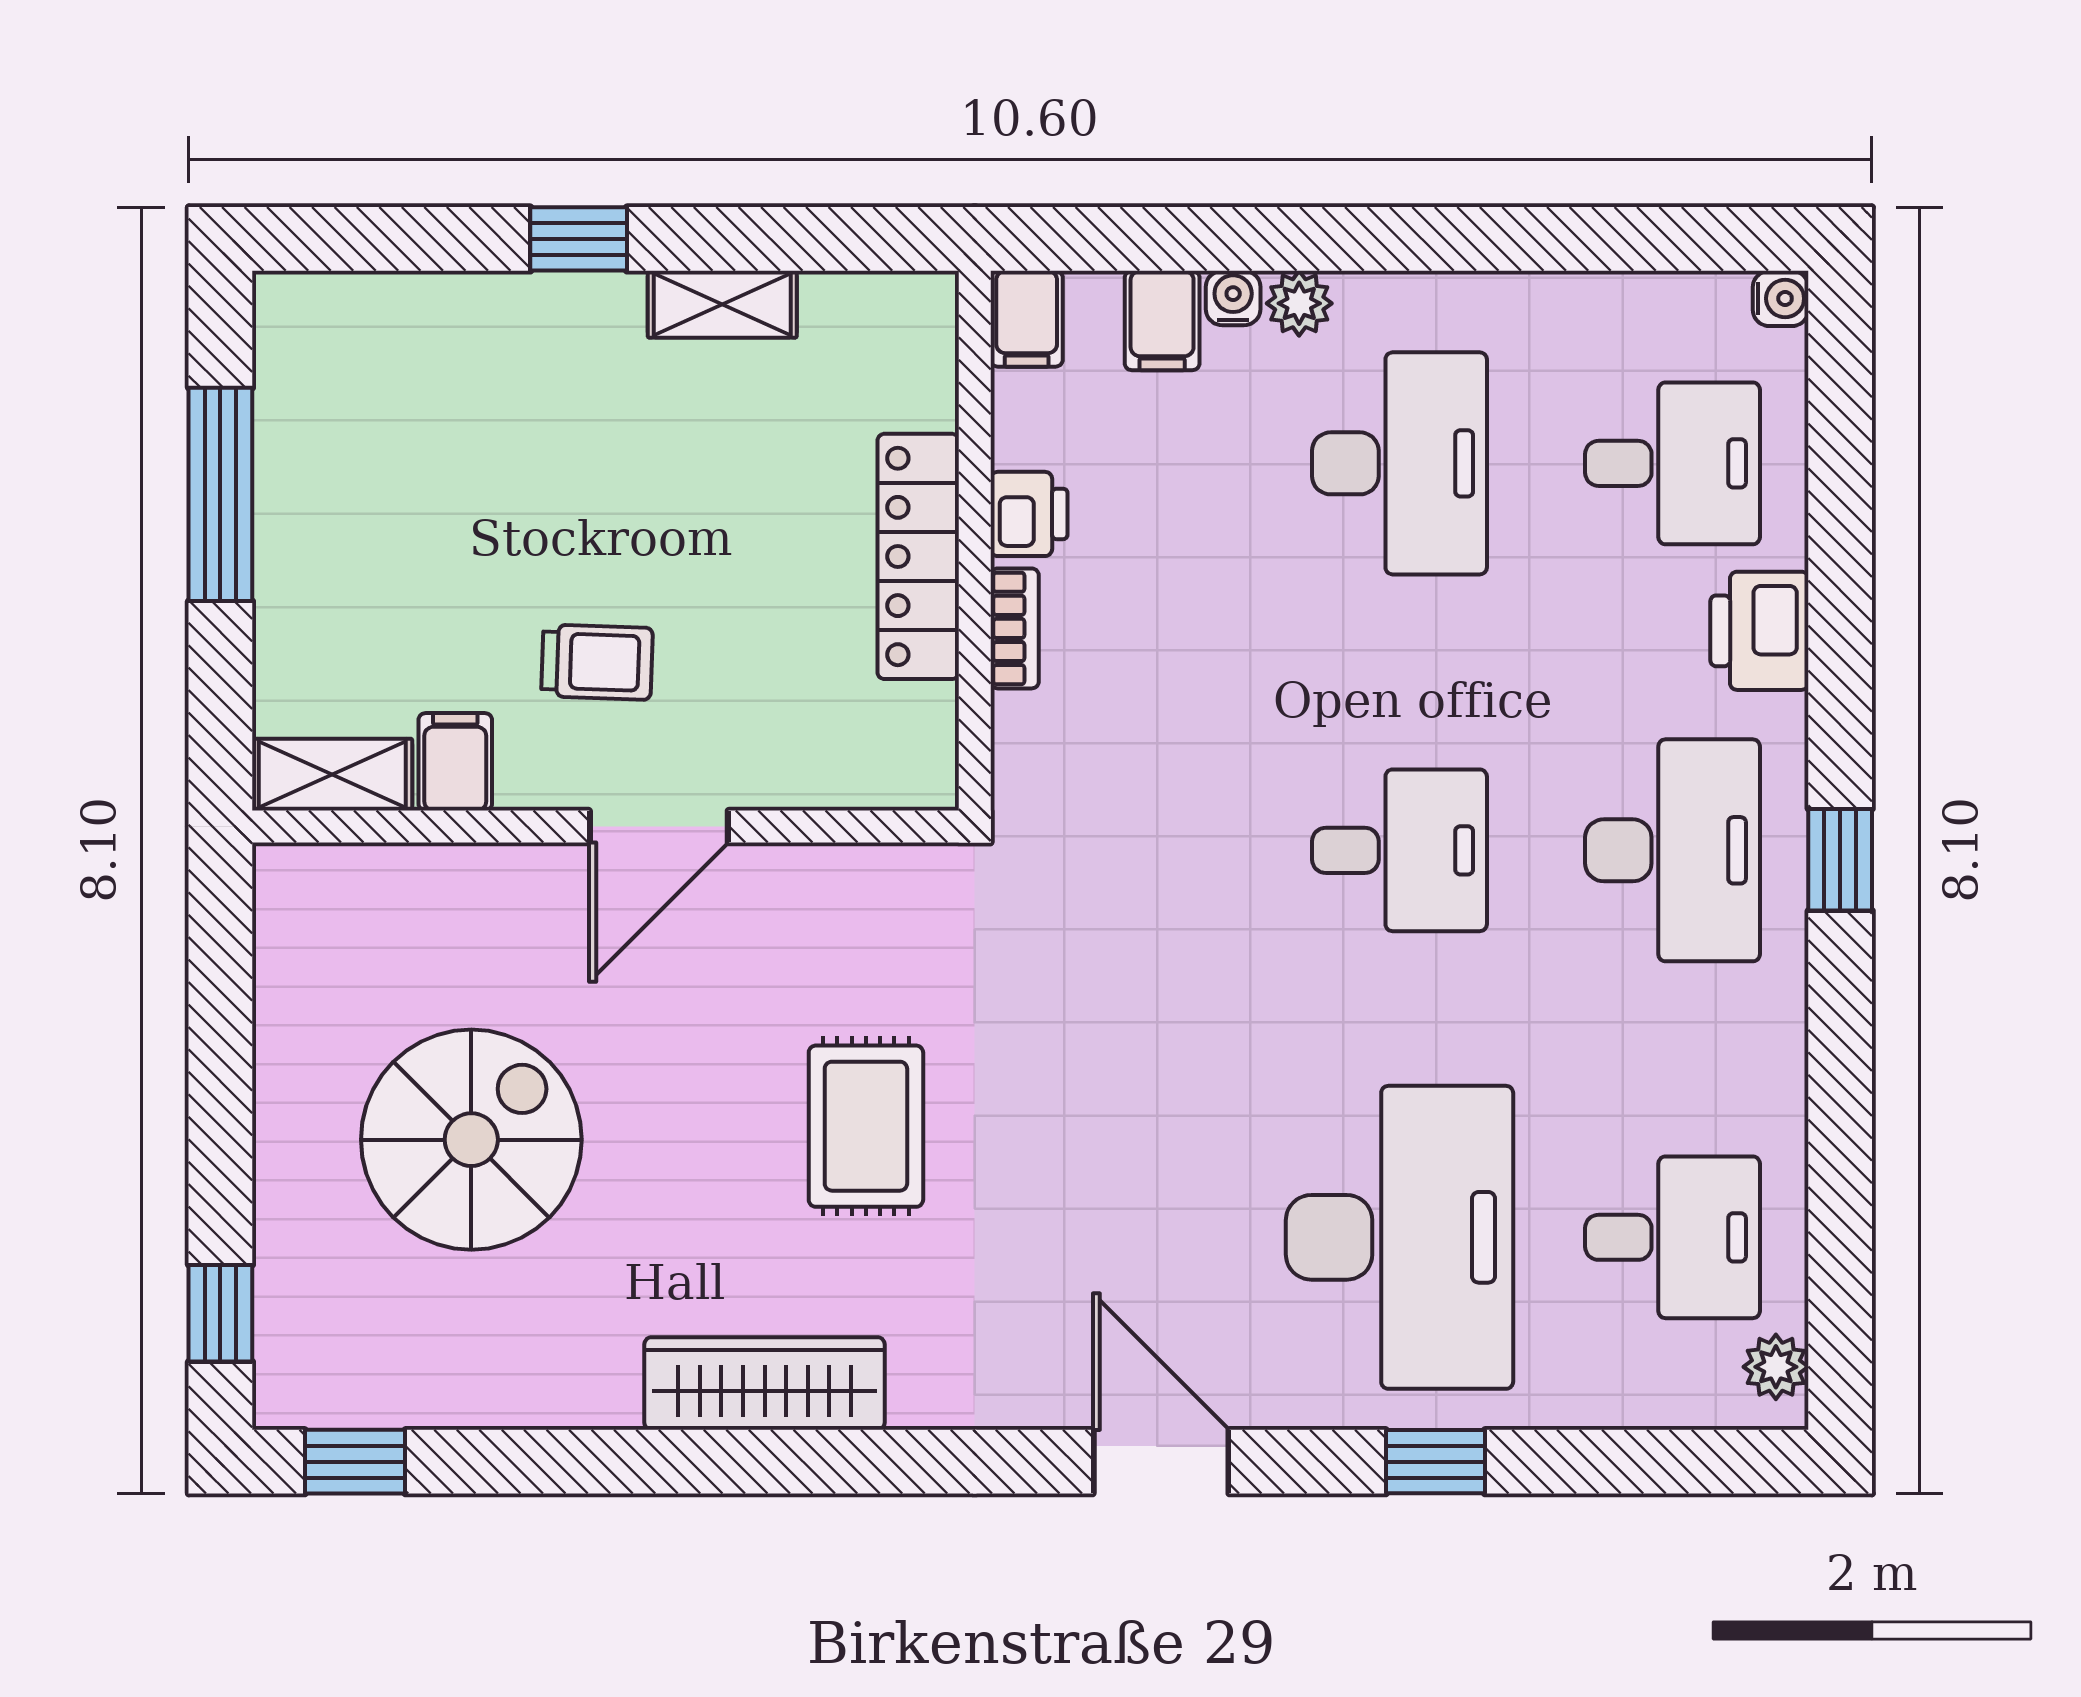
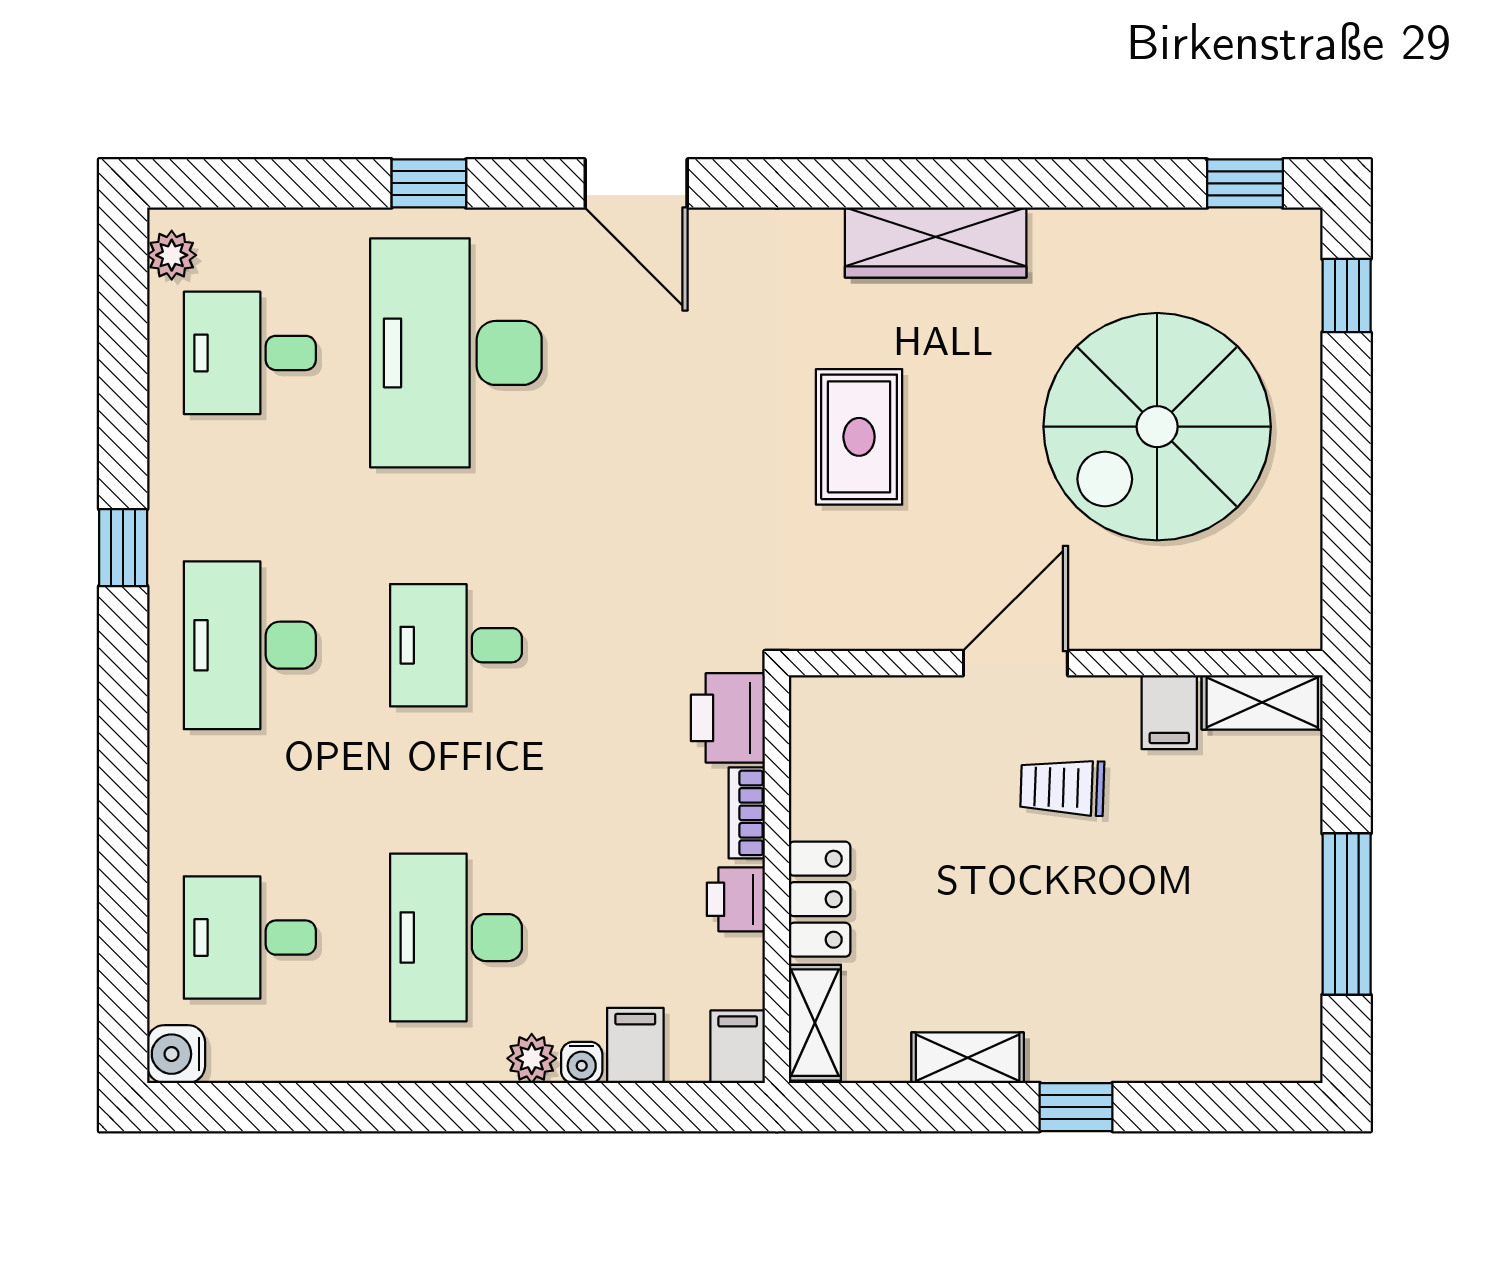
water cooler: (1781, 298) -> (176, 1054), width x1.38, depth x1.38
shelving: (924, 351) -> (815, 1023), added
locker: (918, 556) -> (820, 899), width x0.66
printer: (1759, 631) -> (728, 718), moved, turned 180
window: (1840, 860) -> (123, 548), moved
spiral stairs: (471, 1140) -> (1157, 427), width x1.37, depth x1.37

